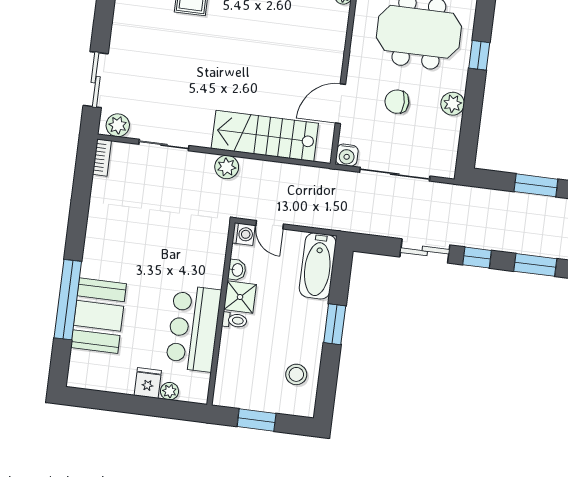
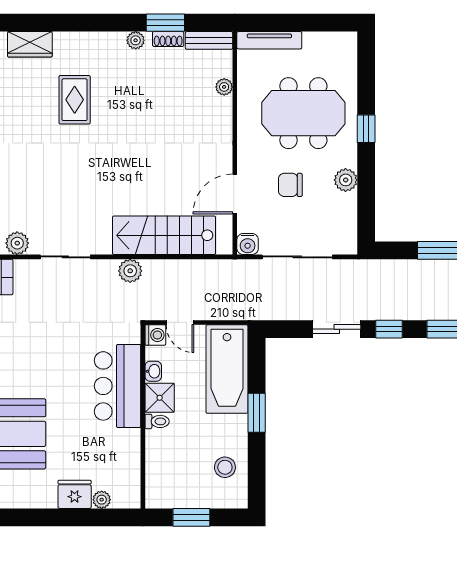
bathtub: (318, 266) -> (227, 369), width x1.36, depth x1.36
bar counter: (193, 328) -> (118, 386), moved
fridge: (148, 383) -> (75, 494), width x1.38

